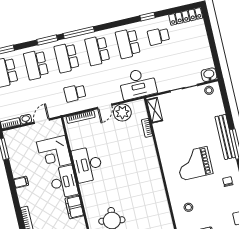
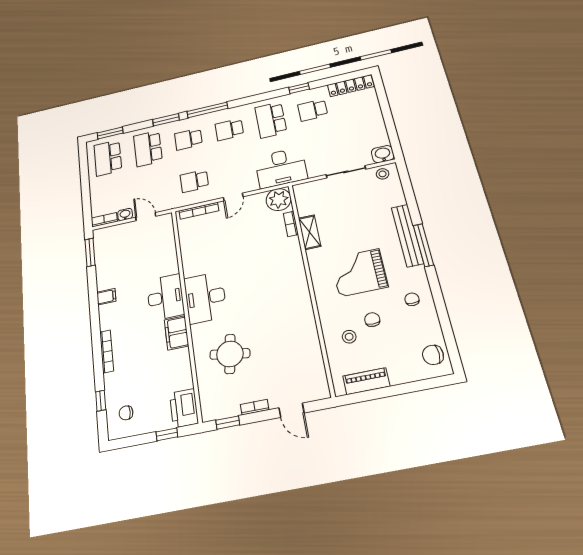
school desk: (97, 51) -> (229, 130), width x0.54
school desk: (67, 58) -> (188, 139), width x0.54
shelving: (155, 110) -> (310, 232), moved
plant: (122, 112) -> (279, 200), moved
door: (42, 121) -> (146, 217), hinge flipped
corner desk: (54, 153) -> (157, 257), removed
desk: (88, 164) -> (205, 298), moved
chair: (203, 196) -> (372, 320), added

